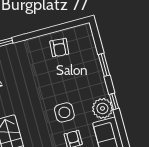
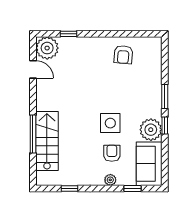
window: (104, 65) -> (165, 97), moved

